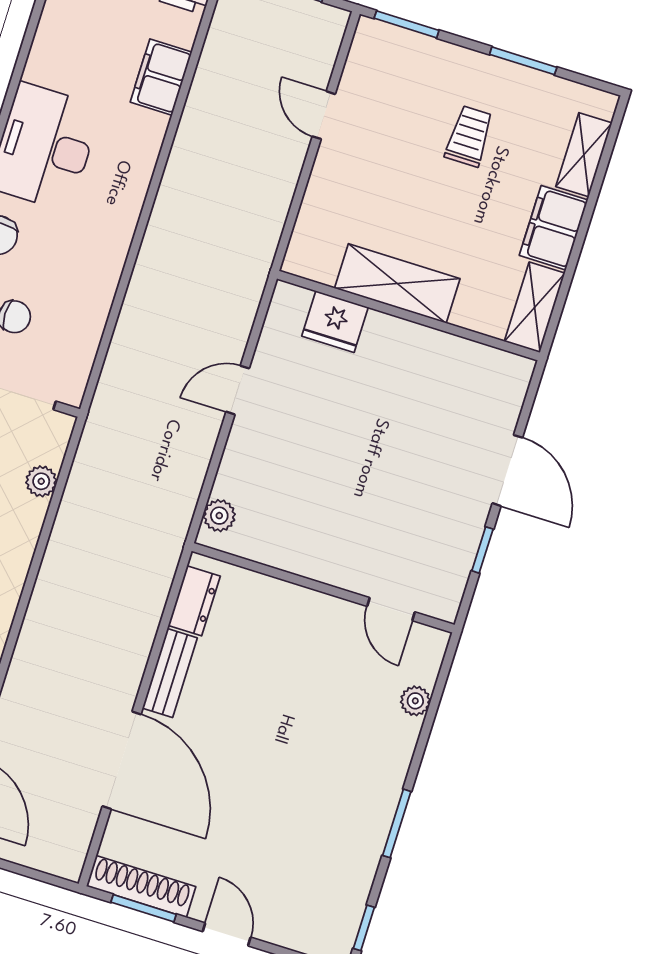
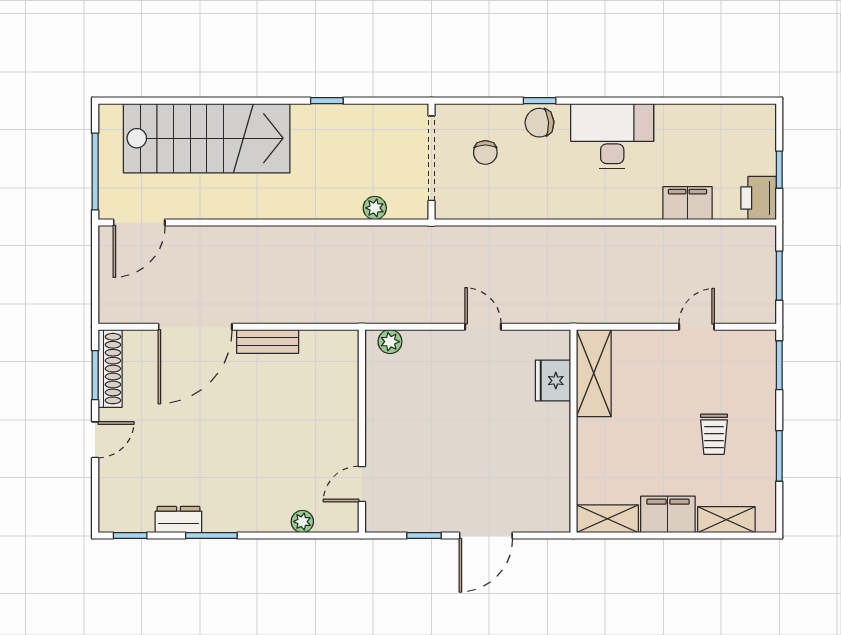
trolley: (469, 136) -> (714, 434), turned 90
shelving: (397, 283) -> (594, 373), moved
dresser: (194, 601) -> (178, 520), moved, turned 180

